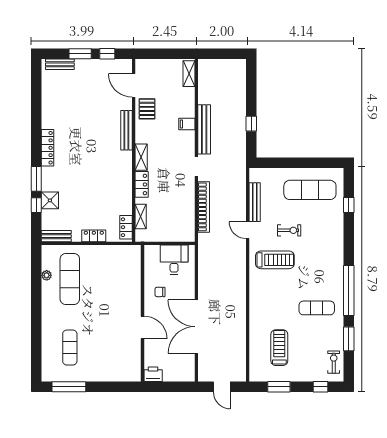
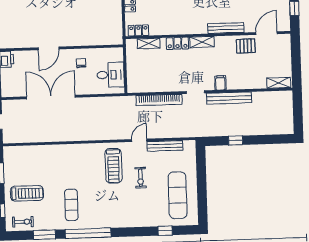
filing cabinet: (187, 124) -> (220, 83), moved
treadmill: (279, 348) -> (27, 193), moved

